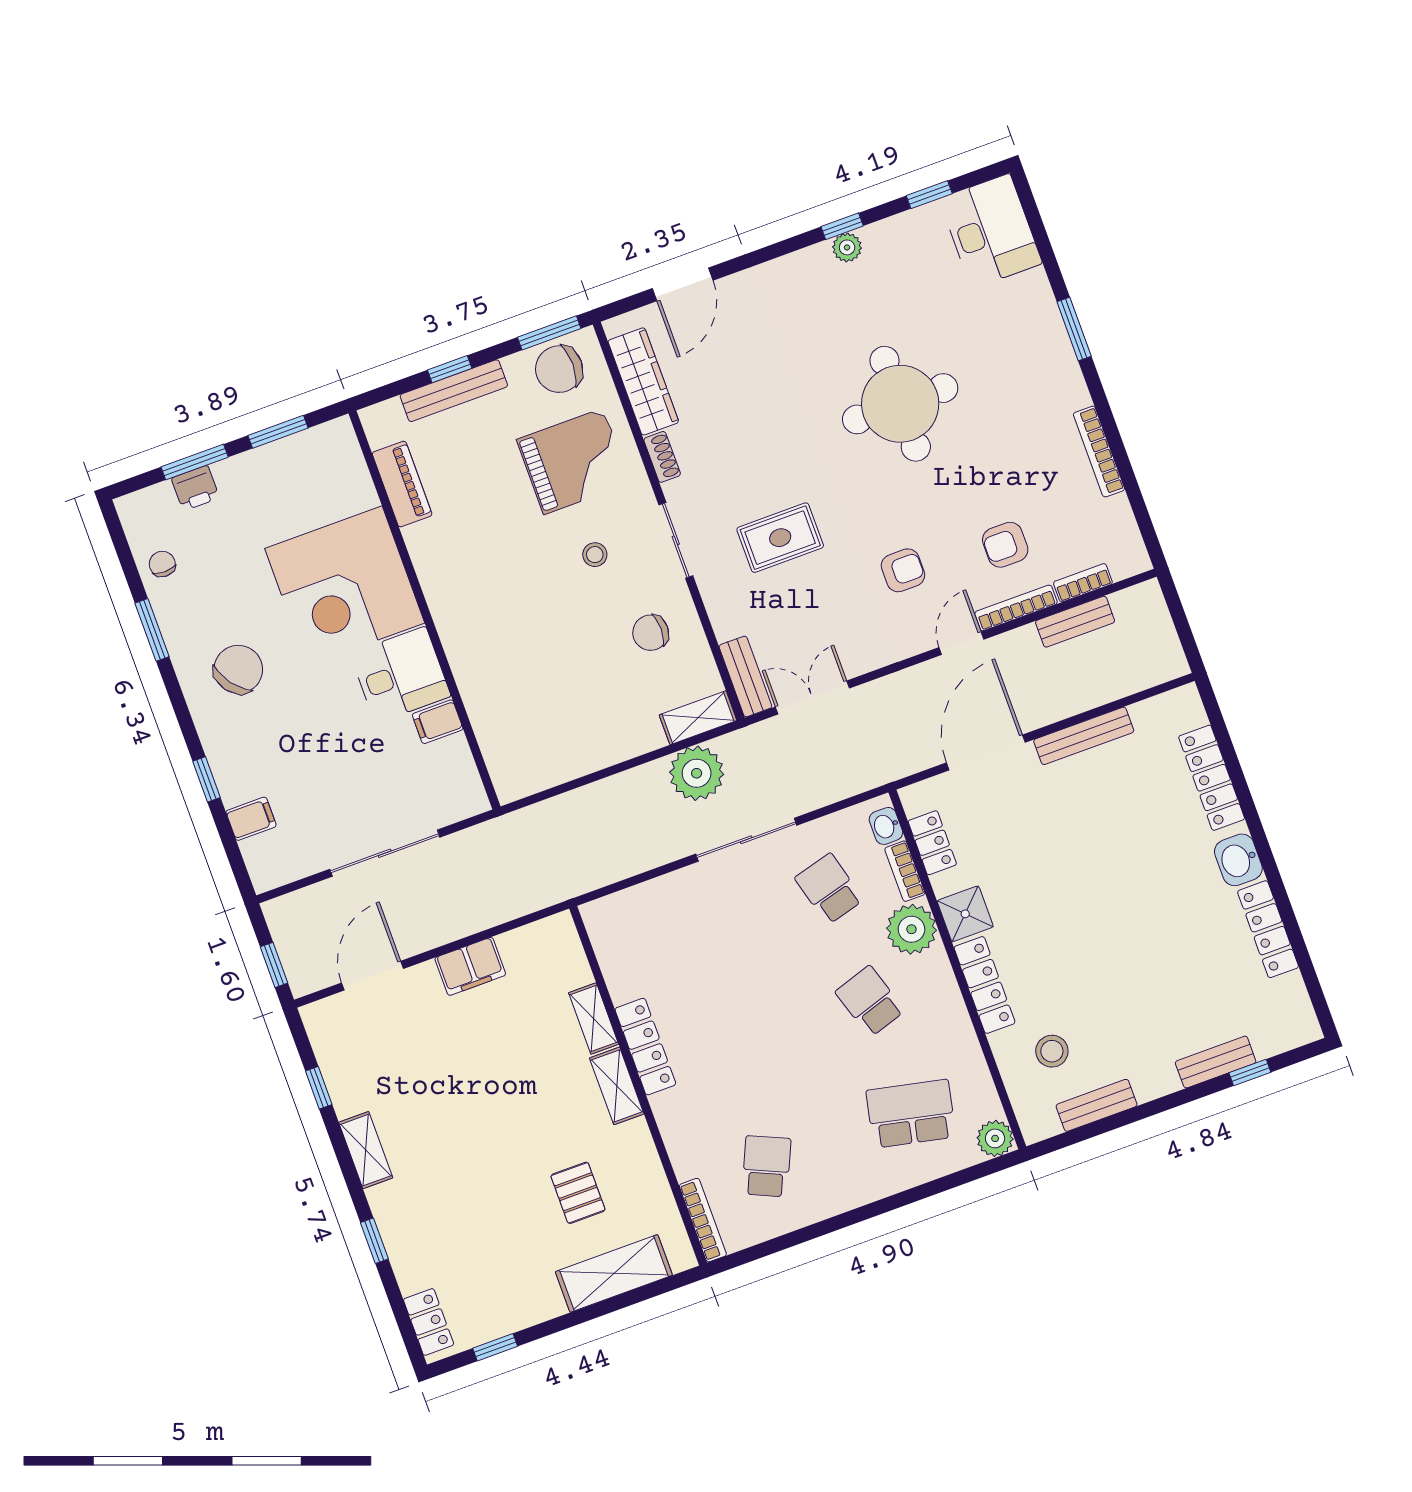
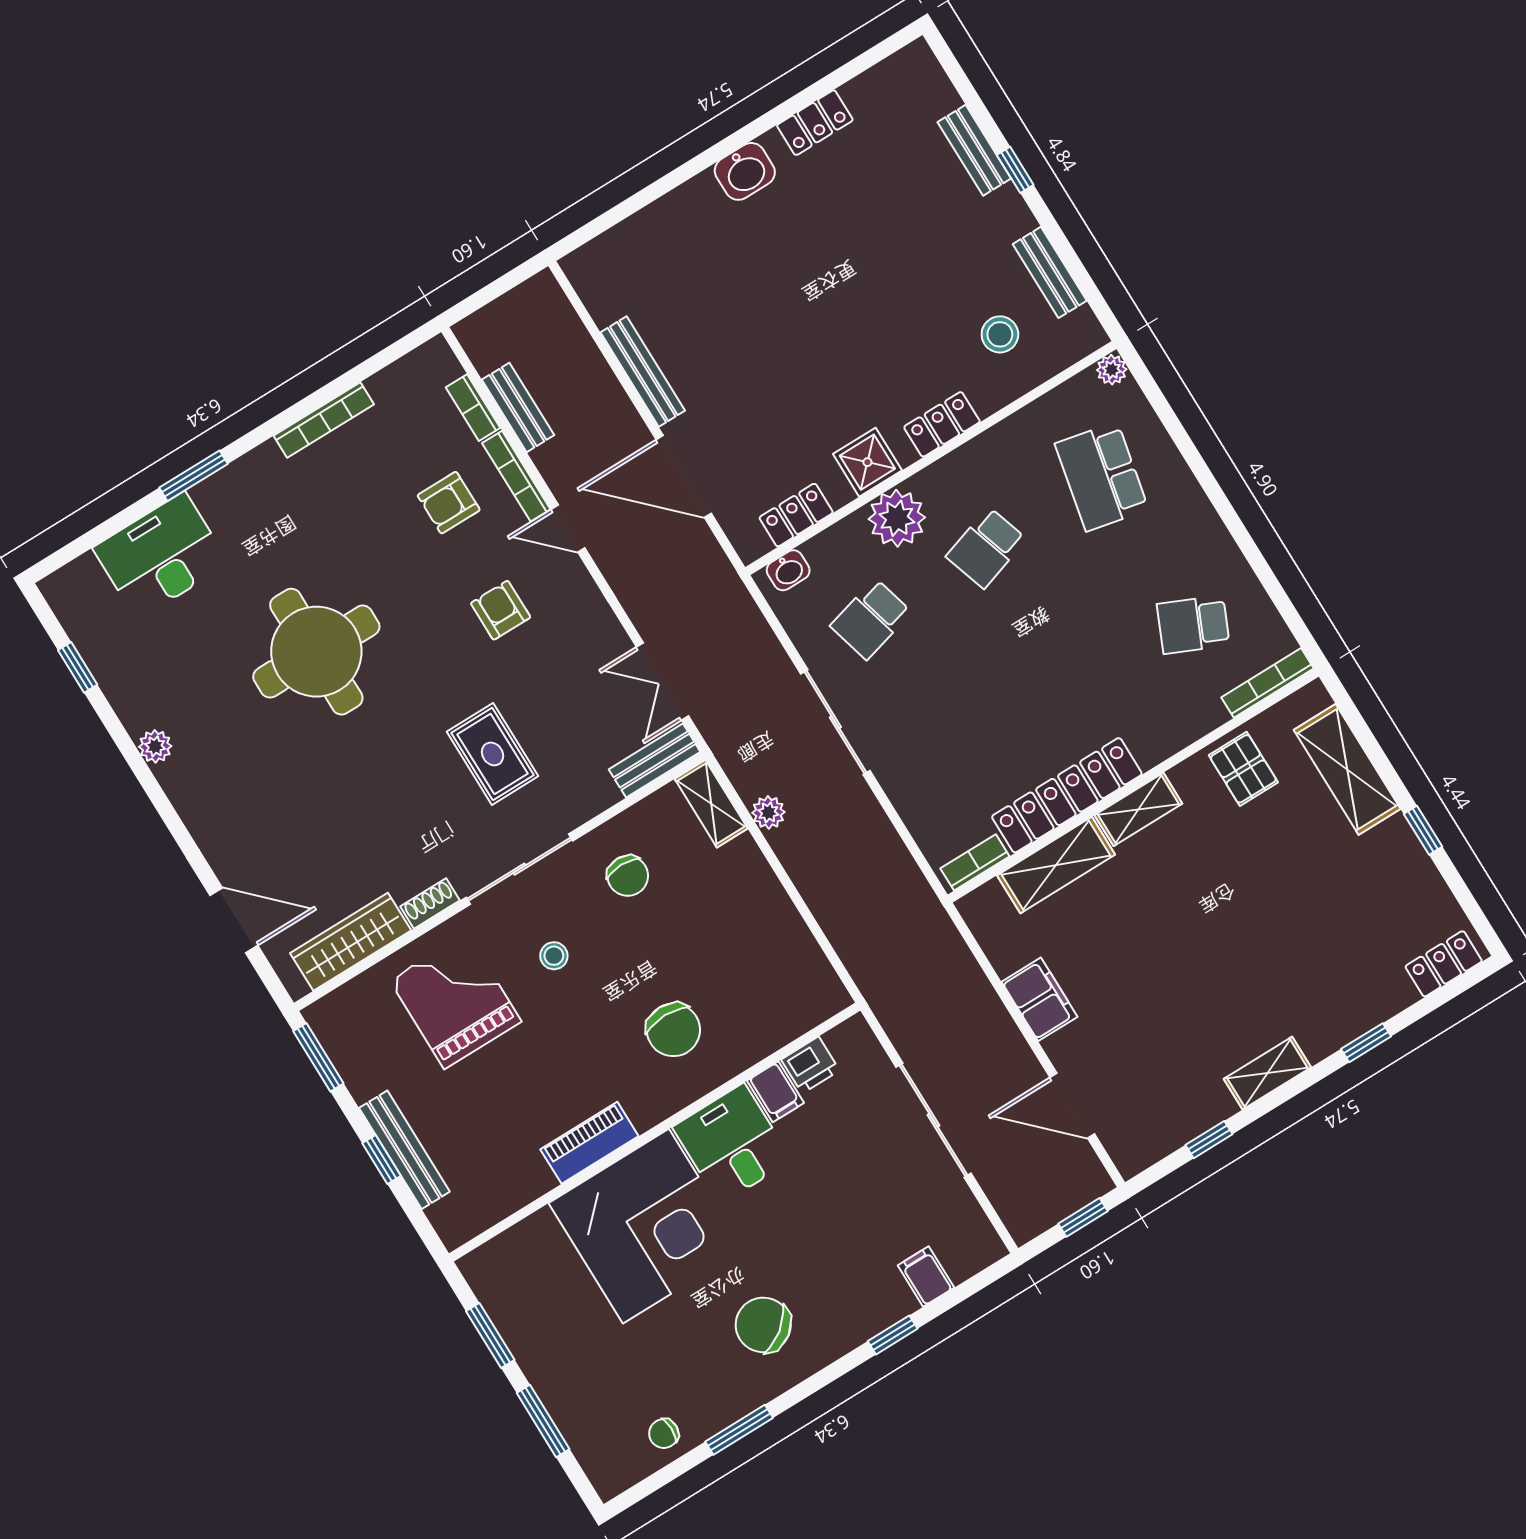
window: (842, 226) -> (133, 757), removed
desk: (991, 231) -> (161, 556), moved
chair: (559, 369) -> (673, 1030), moved
piano: (402, 484) -> (589, 1143), moved
printer: (195, 488) -> (810, 1065), moved, turned 90
sliding door: (676, 540) -> (520, 869), width x1.37
armchair: (1005, 545) -> (449, 503), turned 90
plant: (697, 773) -> (768, 812), width x0.53, depth x0.53
locker: (1212, 778) -> (660, 220), removed
bookcase: (905, 871) -> (975, 862), moved, turned 180
locker: (1268, 929) -> (815, 123), width x0.66
locker: (985, 985) -> (942, 424), width x0.66
shelving: (594, 1018) -> (1056, 865), width x1.50, depth x1.33
locker: (645, 1047) -> (1067, 795), width x1.41, depth x1.21
window: (1250, 1072) -> (1015, 170), moved
plant: (995, 1138) -> (1112, 370), width x0.73, depth x0.73
pallet: (578, 1193) -> (1243, 769), moved, turned 90
window: (495, 1347) -> (1423, 830), moved

